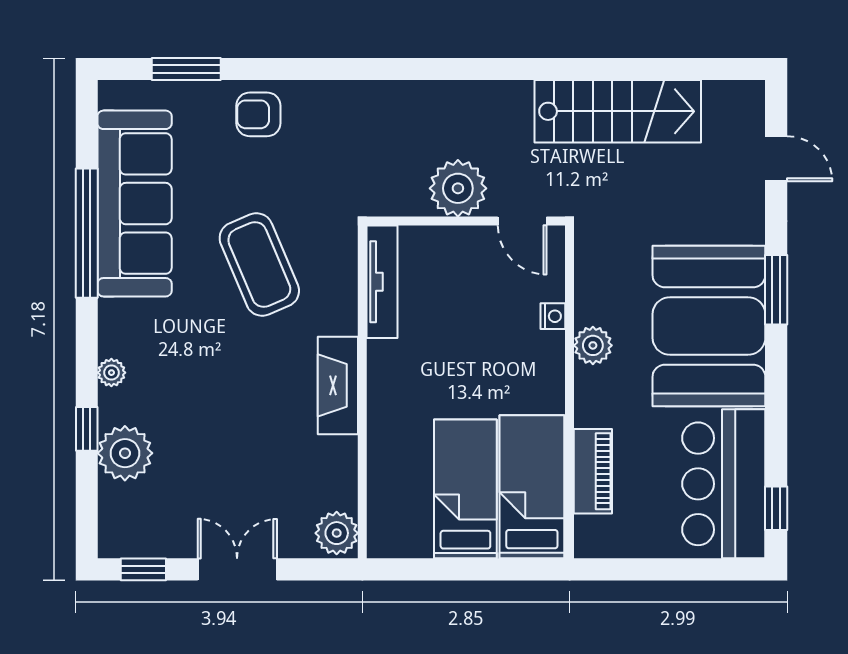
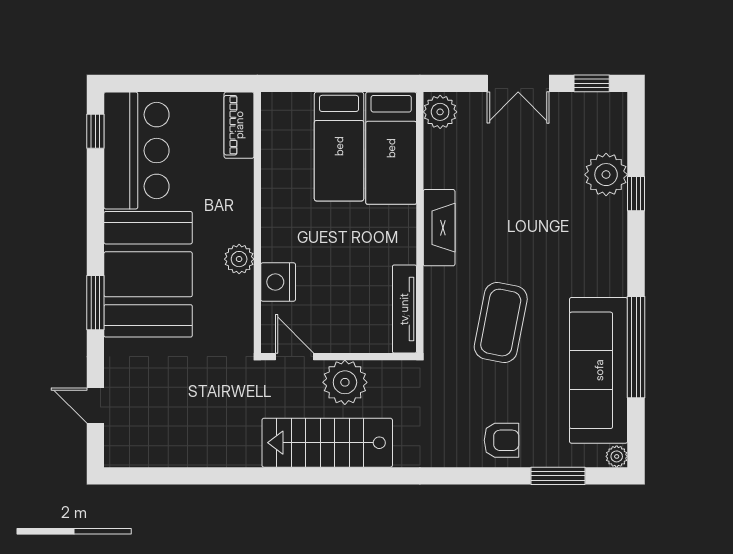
stairs: (618, 111) -> (327, 443), moved
coffee table: (259, 264) -> (501, 323), turned 34
nightstand: (553, 316) -> (278, 282), width x1.89, depth x1.79
plant: (111, 373) -> (617, 456), moved
piano: (593, 471) -> (239, 125), moved
bed: (532, 487) -> (391, 148), moved

